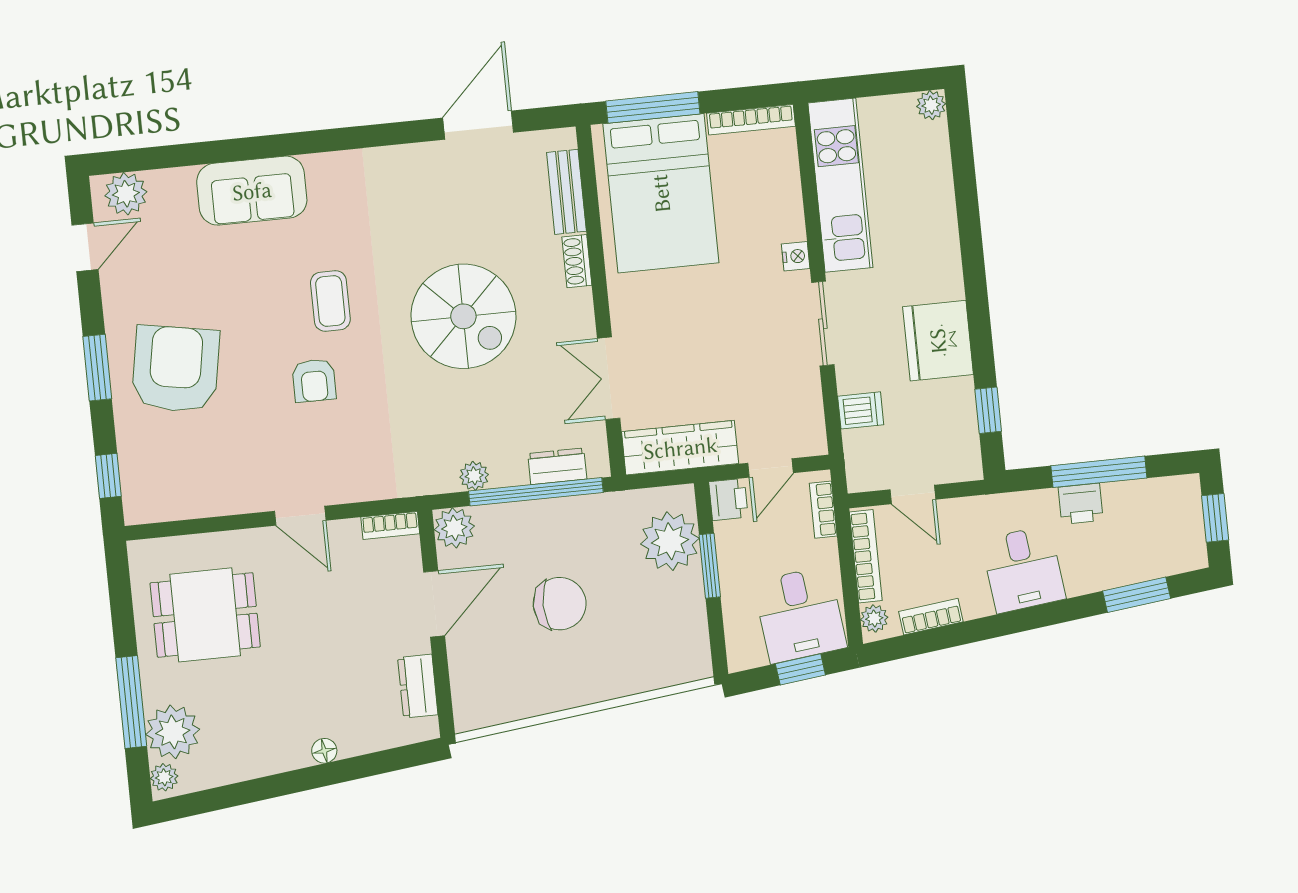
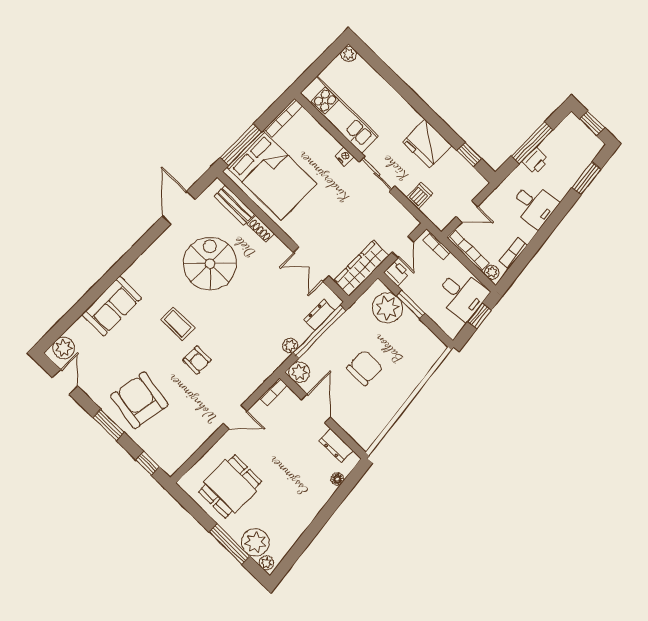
spiral stairs: (463, 316) -> (210, 264), moved, turned -90
floor lamp: (324, 751) -> (337, 479), moved

